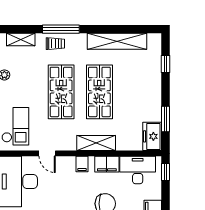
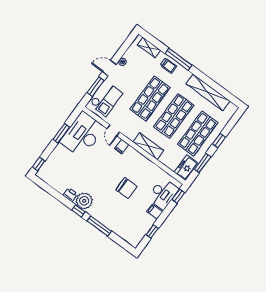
window: (165, 64) -> (219, 141), moved
shop shelf: (138, 92) -> (198, 133), added
filing cabinet: (82, 164) -> (122, 147), moved
filing cabinet: (107, 164) -> (145, 164), removed
desk: (138, 170) -> (163, 194), moved, turned 90

